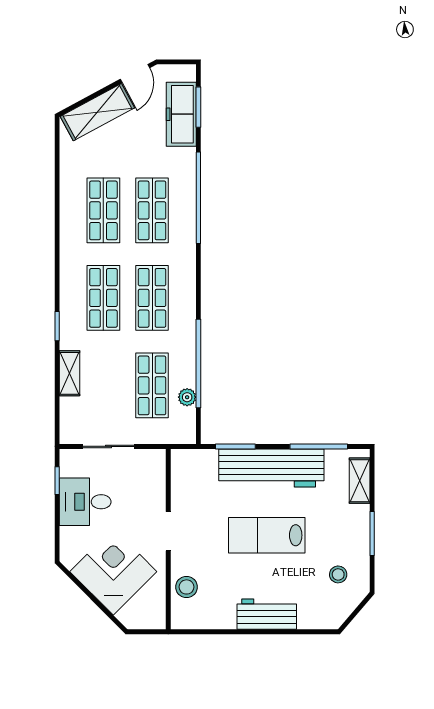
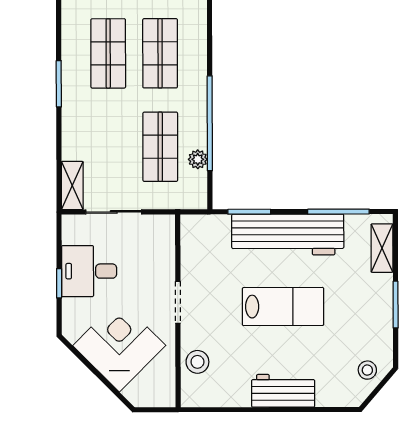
window: (57, 326) -> (59, 84), width x1.50
shelving: (70, 373) -> (72, 185), moved
window: (57, 481) -> (59, 283), moved
lab bench: (267, 535) -> (283, 306), turned 180
stool: (338, 574) -> (367, 370), moved

